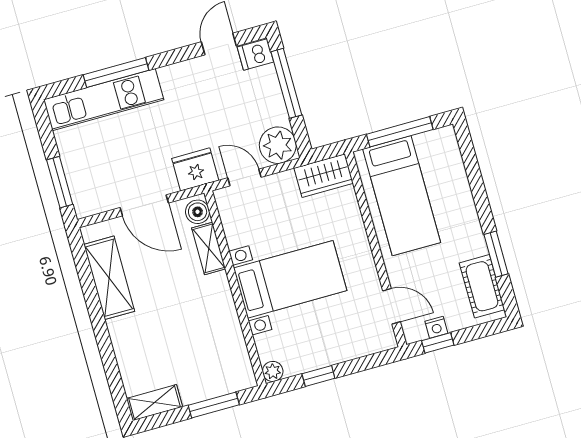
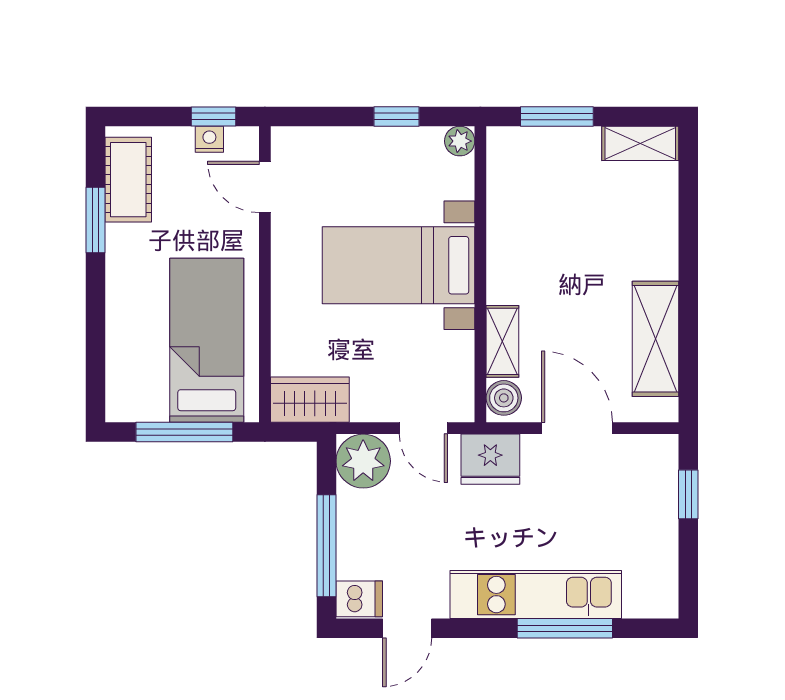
kitchen unit: (104, 100) -> (536, 595), moved
window: (60, 182) -> (688, 494), width x0.67

